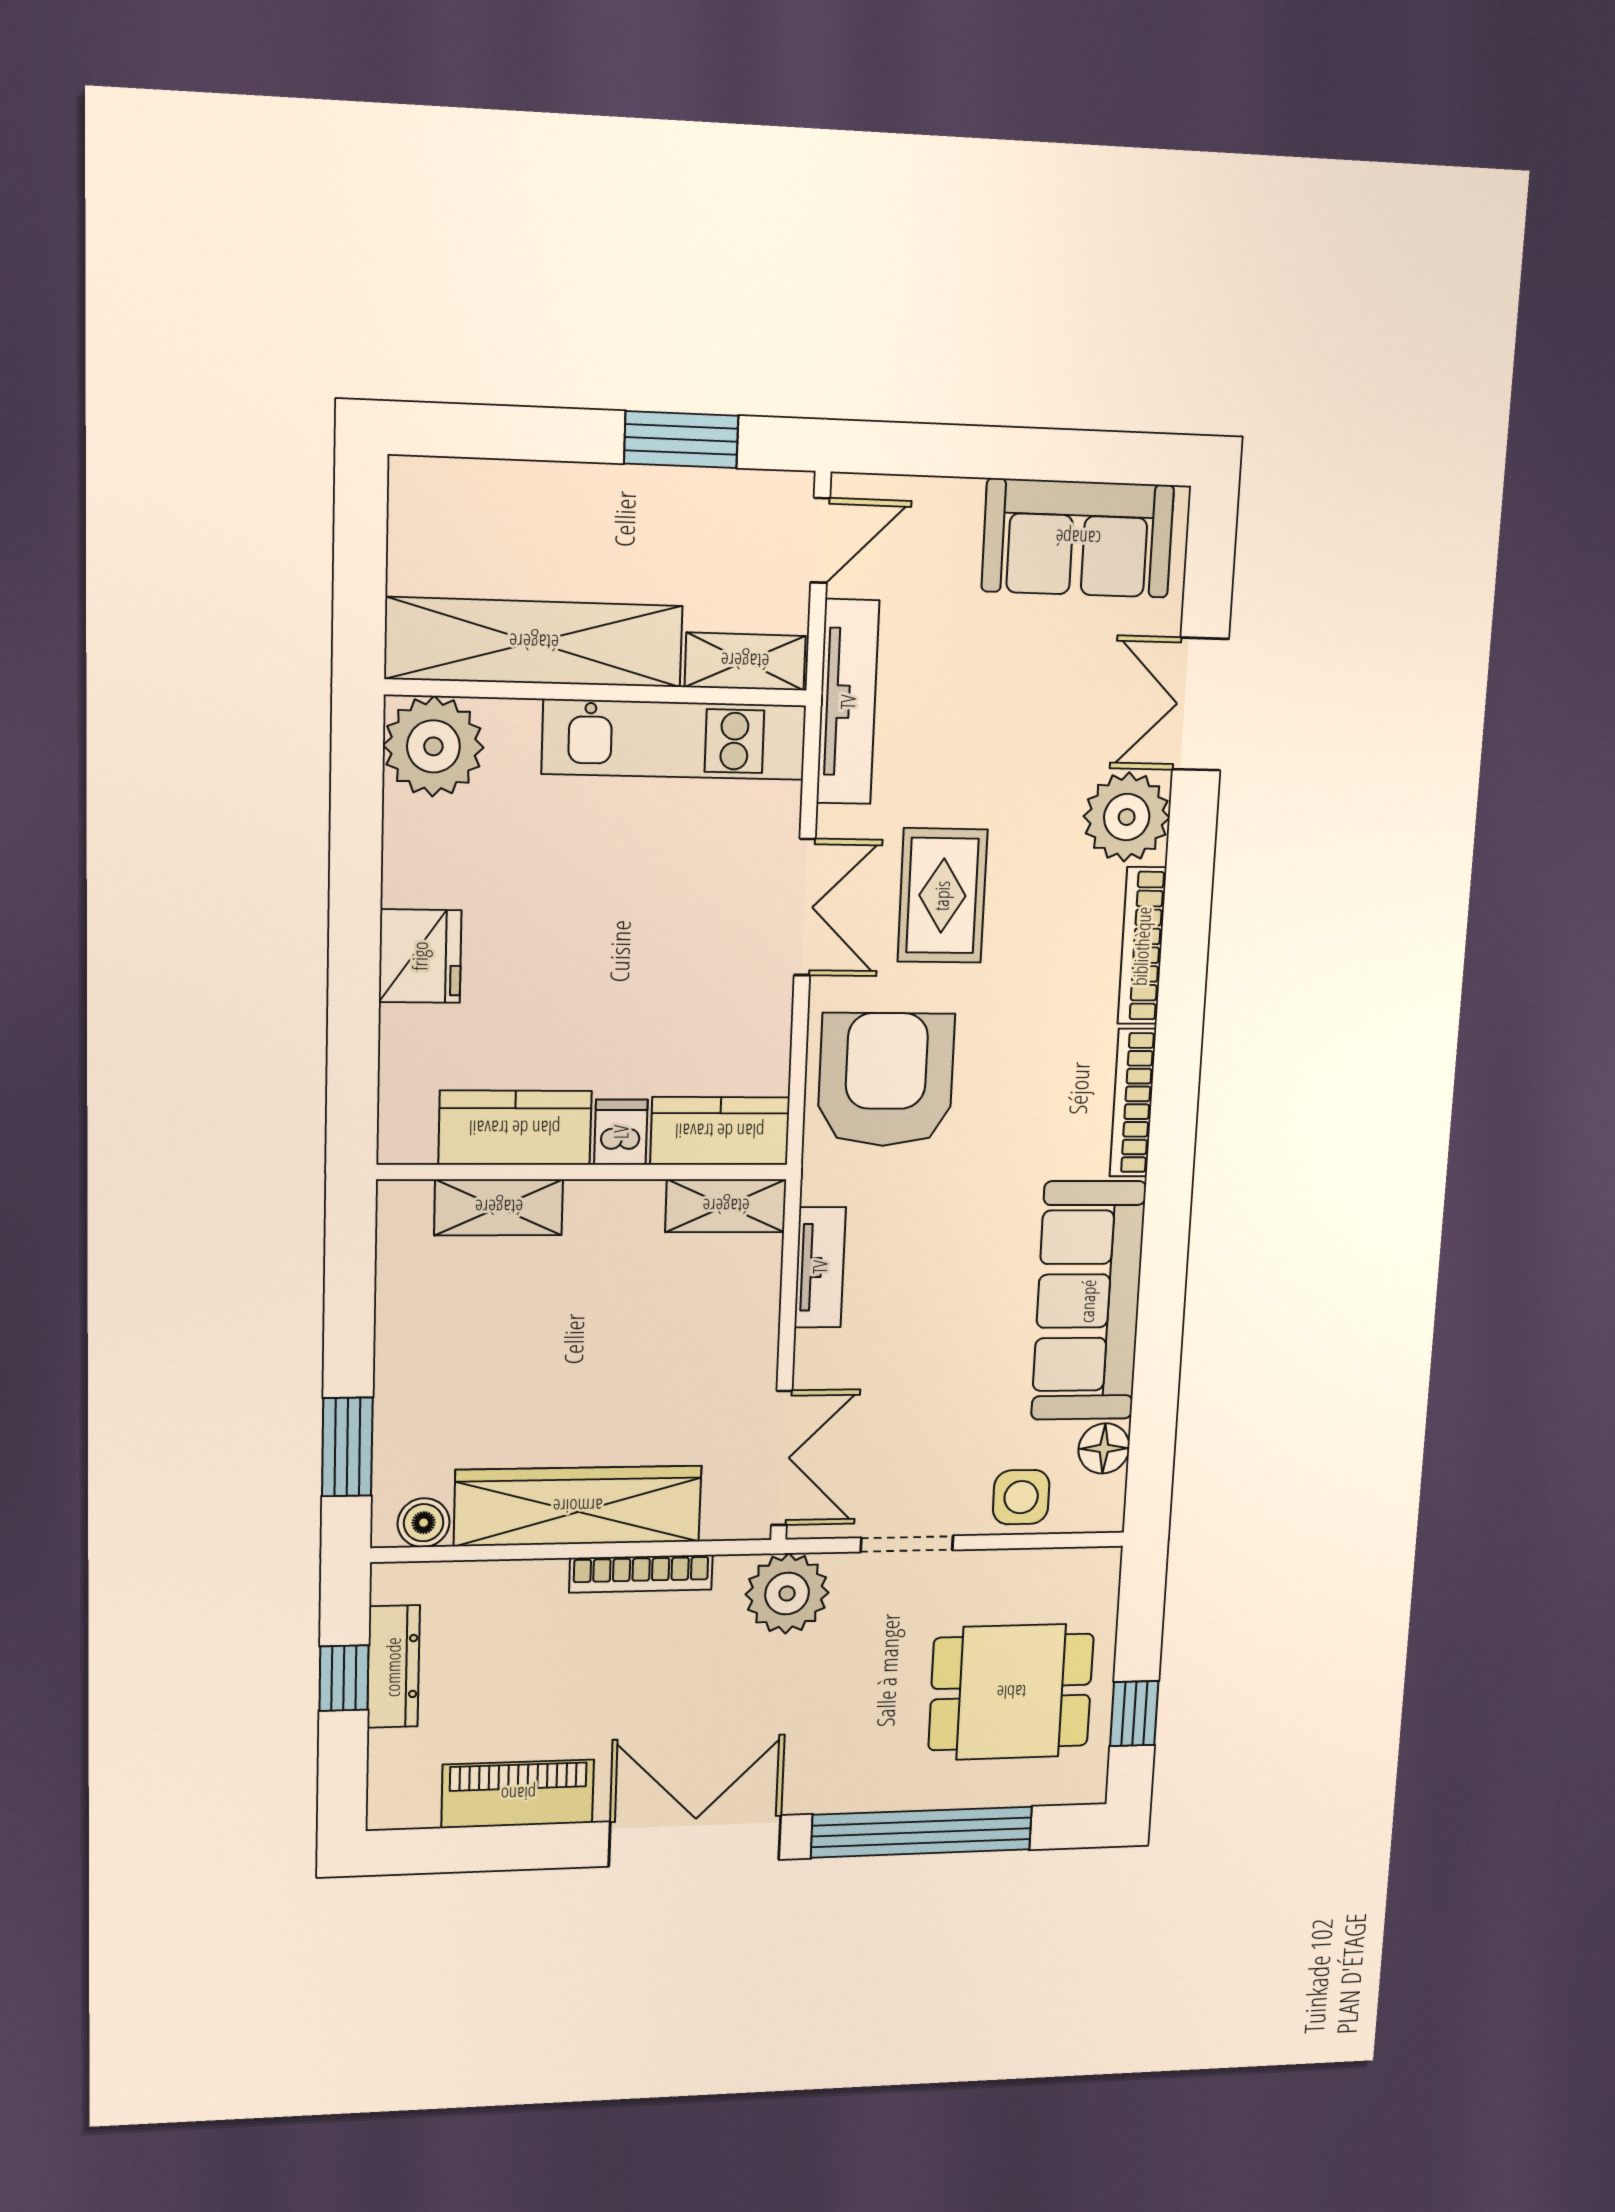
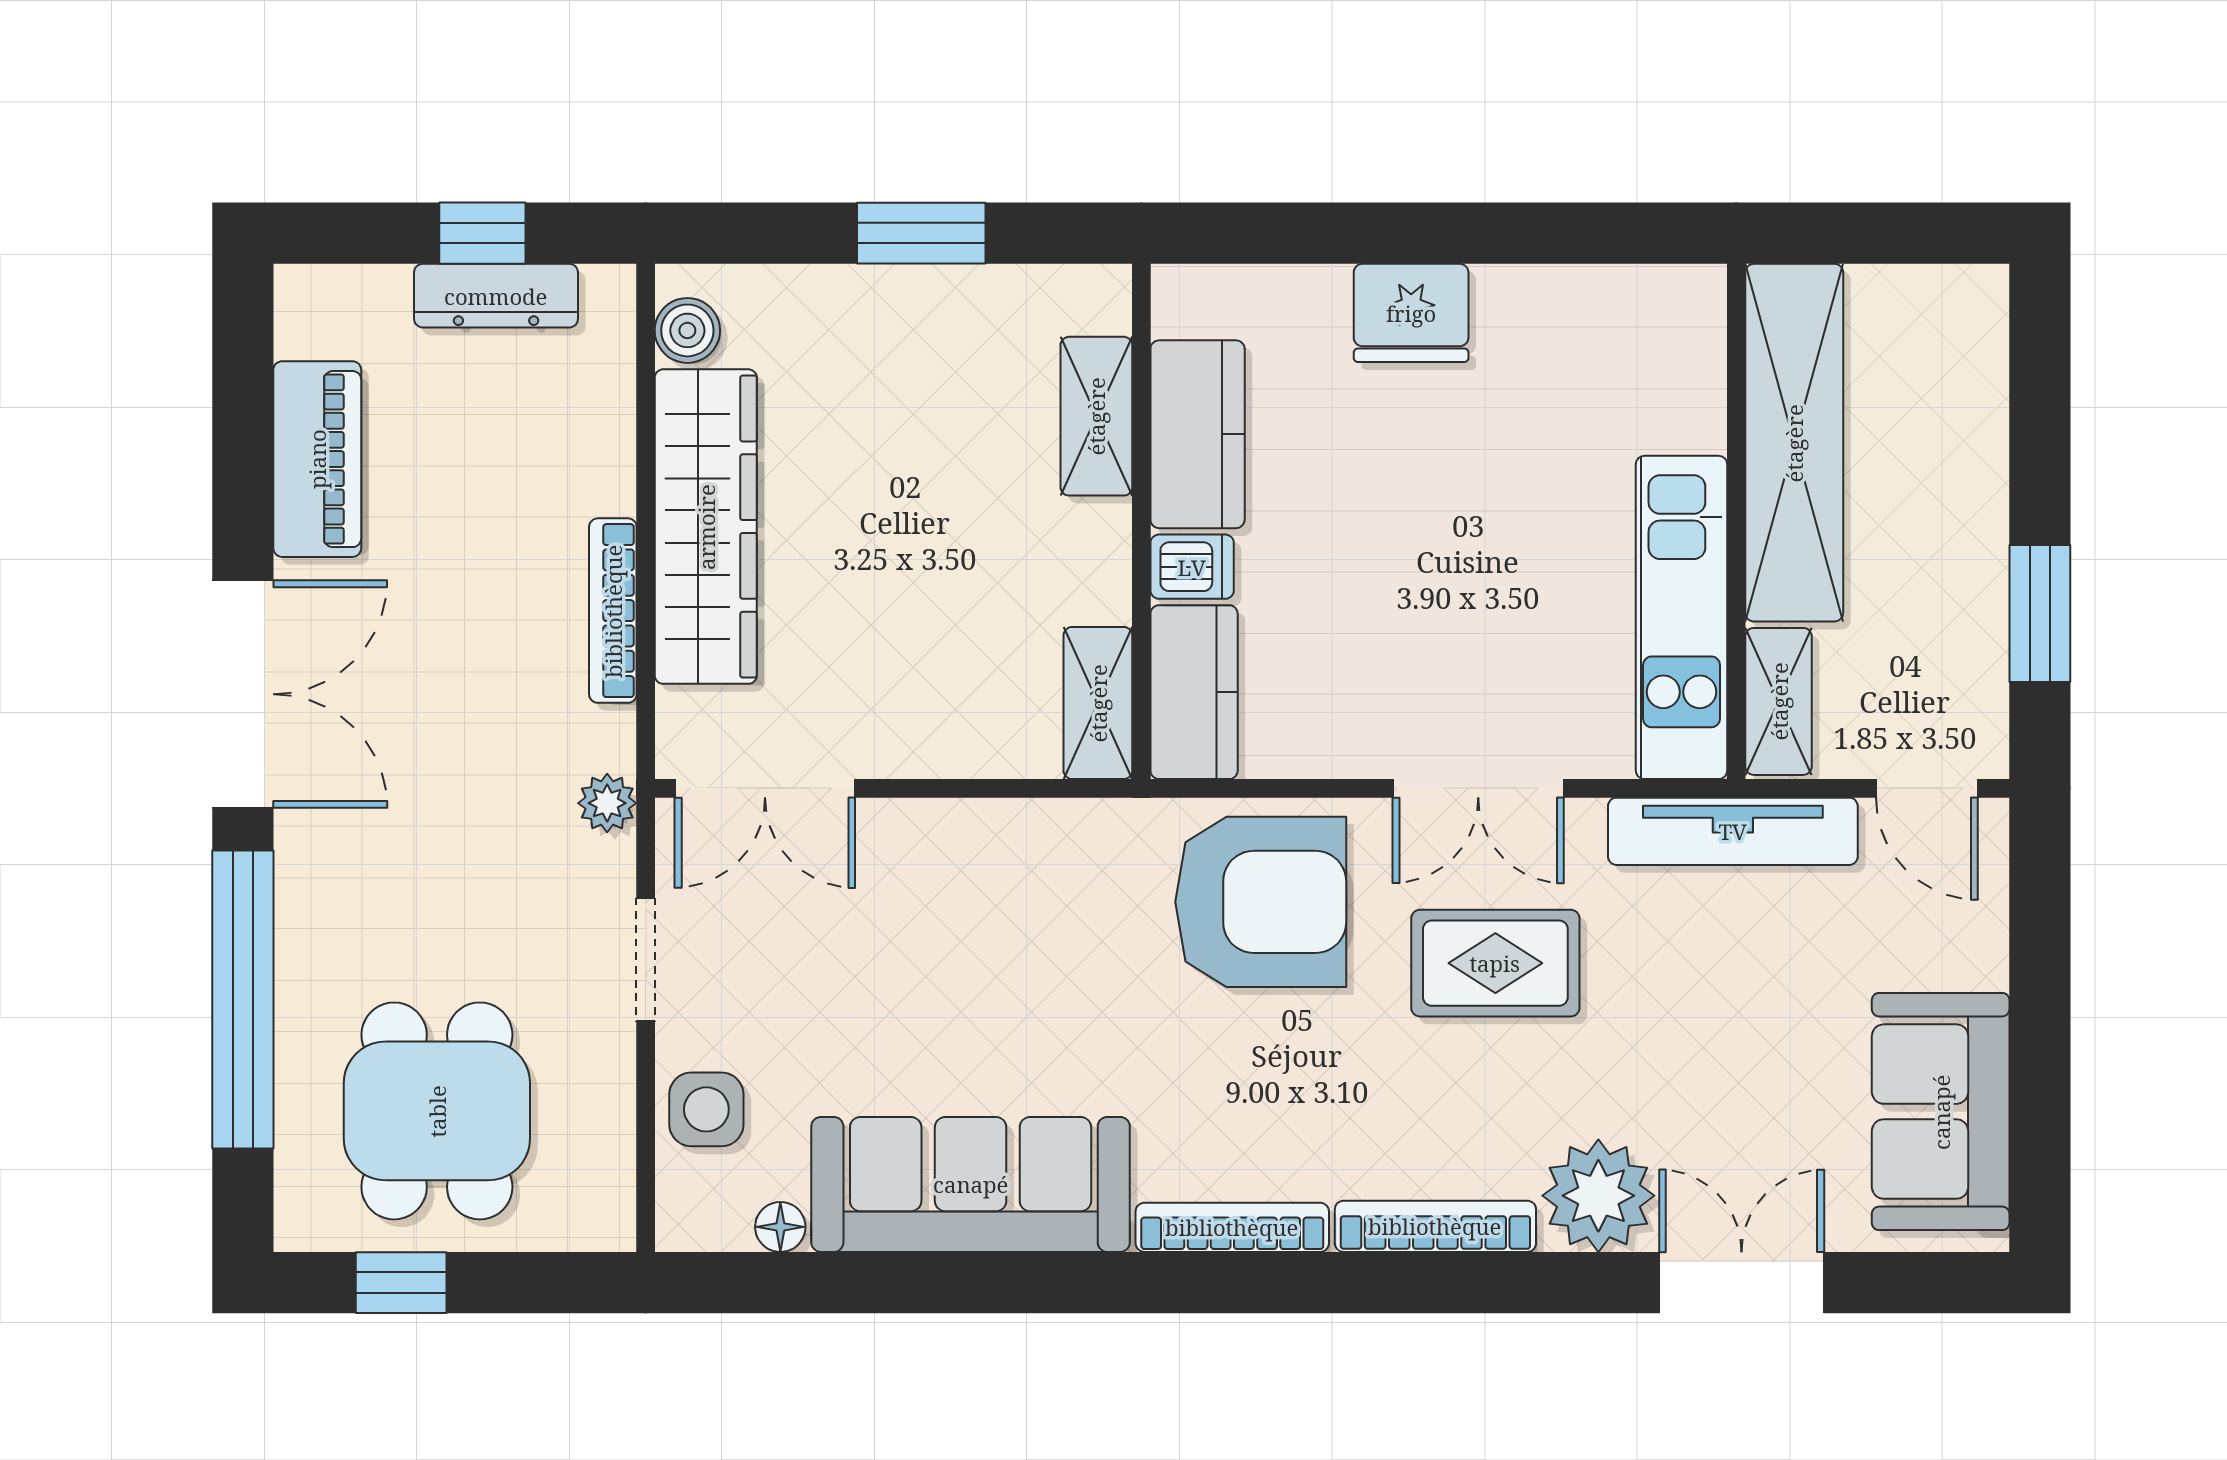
plant: (433, 746) -> (1666, 324), removed
tv unit: (820, 1267) -> (1017, 828), removed
window: (347, 1447) -> (921, 233), moved
floor lamp: (1104, 1448) -> (780, 1227), width x0.73, depth x0.73
plant: (787, 1593) -> (607, 803), width x0.53, depth x0.53

